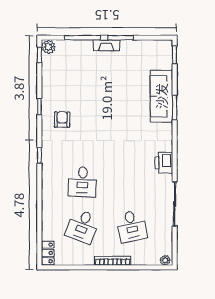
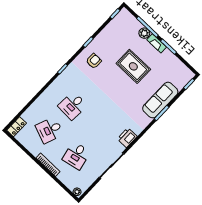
plant: (48, 47) -> (144, 33), moved
rug: (105, 89) -> (133, 66), added

